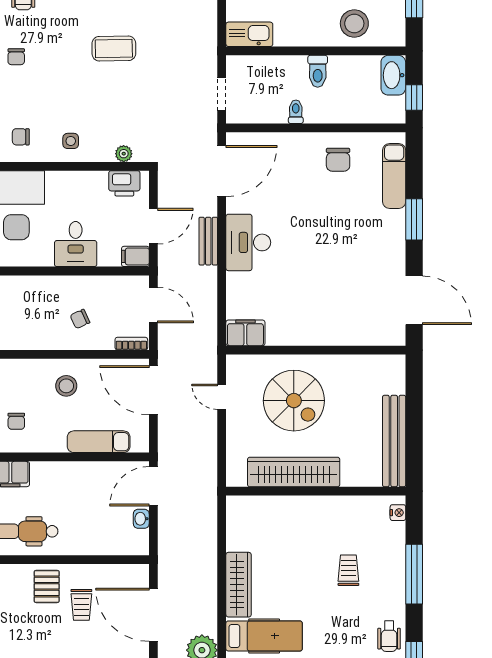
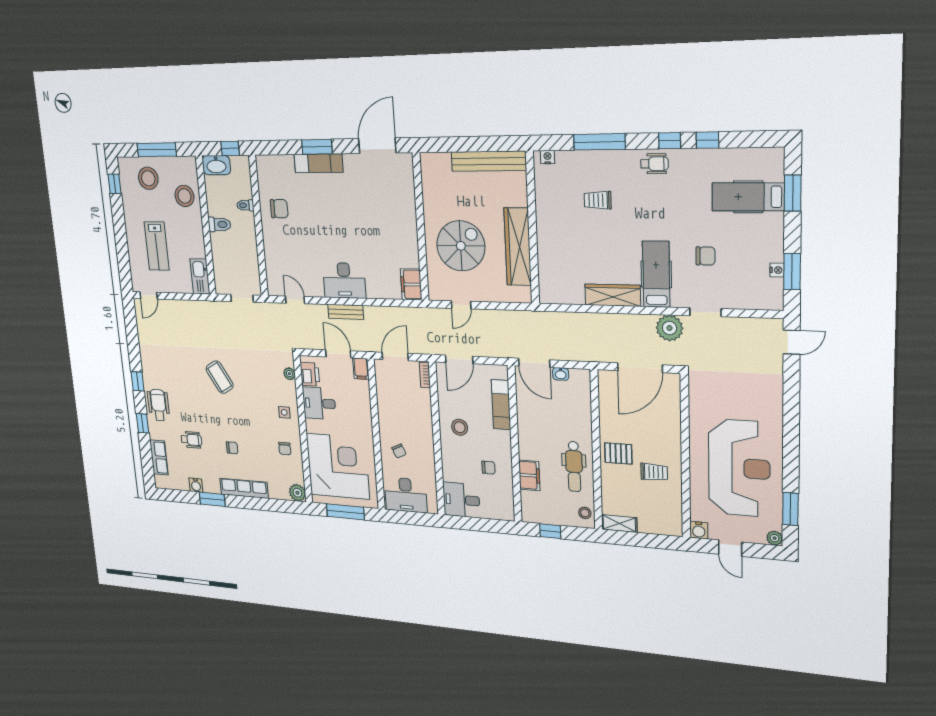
coffee table: (114, 48) -> (220, 377), turned -30
toilet: (296, 112) -> (245, 205), moved
door: (222, 171) -> (295, 300), width x0.53
exam couch: (394, 176) -> (319, 163), moved
desk: (76, 244) -> (319, 403), moved, turned 180
chair: (80, 319) -> (399, 451), moved
door: (153, 390) -> (459, 359), width x0.73
trolley: (81, 605) -> (654, 472), moved

